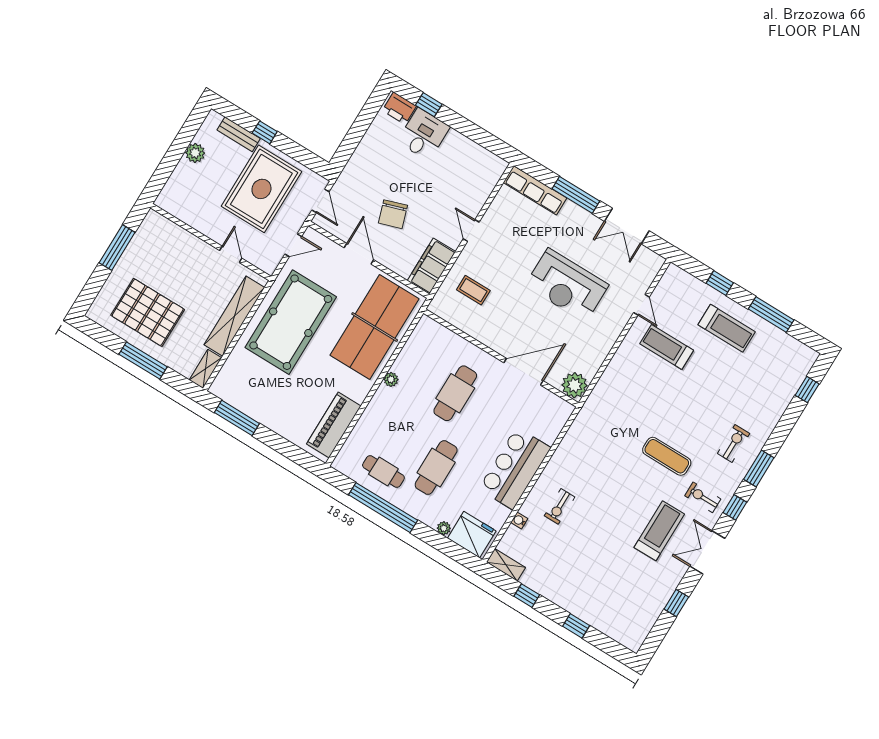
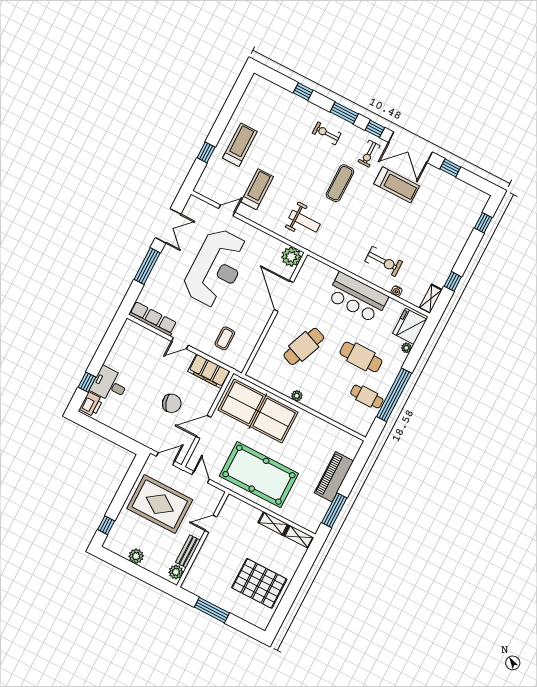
window: (265, 132) -> (106, 525), moved
bench: (239, 134) -> (188, 551), moved
row of seats: (535, 190) -> (153, 319), moved, turned -90
plant: (171, 204) -> (176, 572), added
reception desk: (567, 285) -> (216, 268), width x1.36, depth x1.30
pallet: (148, 312) -> (259, 583), turned 90
window: (771, 314) -> (227, 112), removed
shelving: (234, 316) -> (273, 524), width x0.45, depth x0.75
treadmill: (667, 347) -> (257, 189), turned 180
window: (143, 360) -> (296, 584), removed
window: (807, 390) -> (303, 92), moved
cafe table: (455, 393) -> (304, 346), turned -68
weight bench: (620, 406) -> (304, 221), added
piano: (334, 425) -> (334, 477), moved, turned 90
cafe table: (383, 471) -> (367, 397), turned 90
exercise bike: (560, 506) -> (384, 261), width x1.38, depth x1.39
treadmill: (659, 531) -> (397, 185), turned 180
double door: (707, 552) -> (410, 147), width x1.37
window: (576, 626) -> (483, 223), moved

